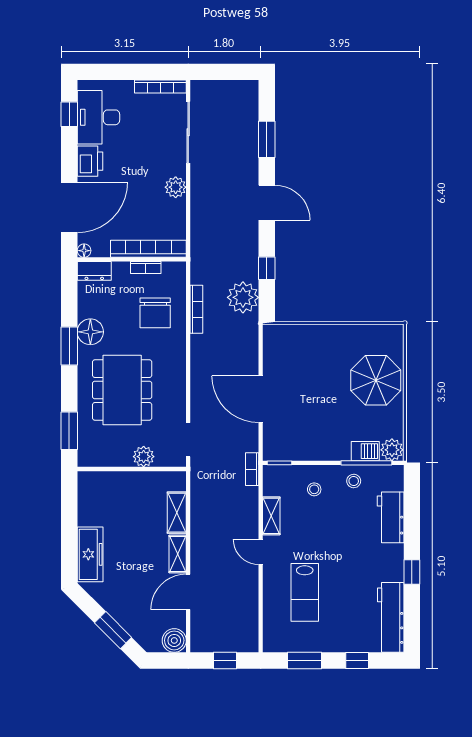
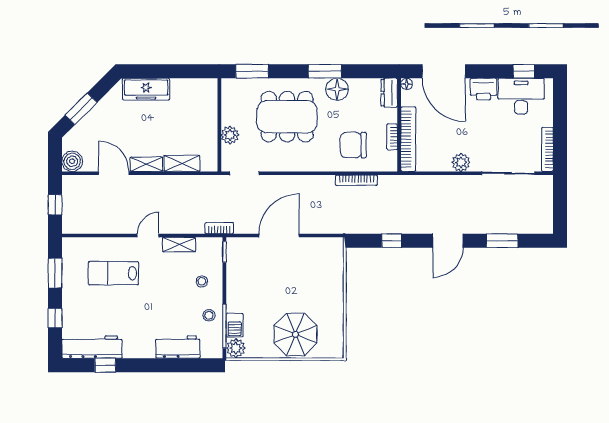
plant: (243, 297) -> (367, 220), removed
window: (412, 572) -> (105, 365), moved

